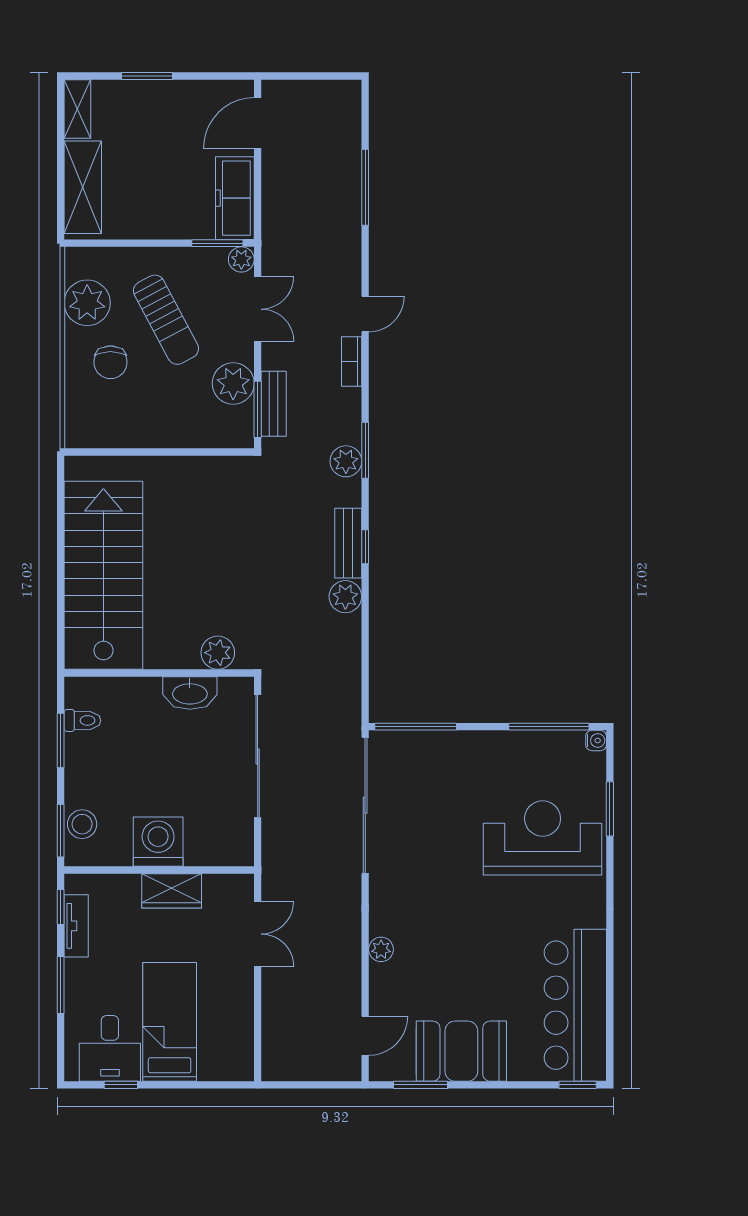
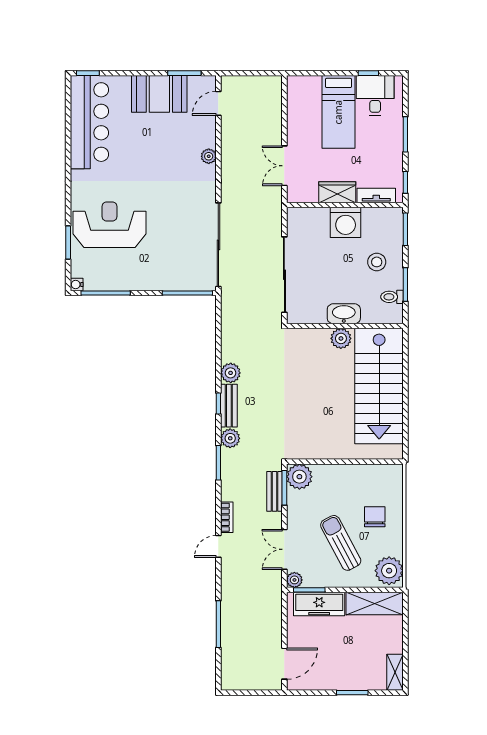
shelving: (83, 187) -> (375, 604), moved, turned 90
freezer: (235, 198) -> (319, 604), moved, turned 90
plant: (87, 303) -> (389, 571), moved
plant: (233, 383) -> (299, 477), moved
plant: (346, 461) -> (230, 438), moved
plant: (218, 653) -> (341, 338), moved
washbasin: (190, 693) -> (344, 314), moved
stool: (82, 824) -> (377, 262), moved
reception desk: (543, 838) -> (109, 225), turned 180
tv unit: (76, 926) -> (376, 195), moved, turned 90

